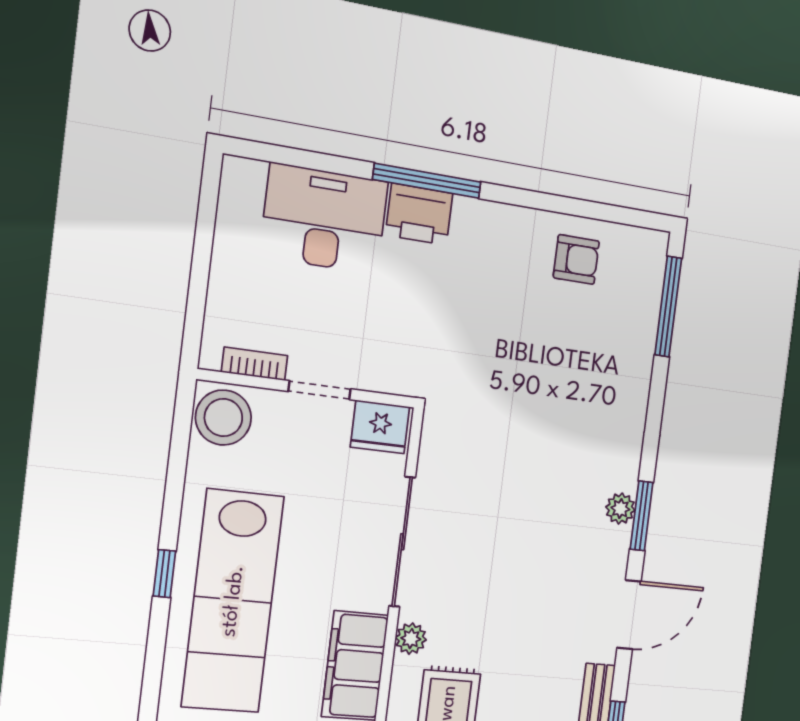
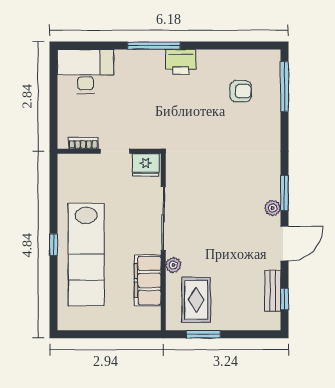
printer: (419, 214) -> (181, 62), moved
desk: (324, 219) -> (86, 71), moved
armchair: (576, 259) -> (241, 91), moved
stool: (223, 418) -> (72, 170), removed
plant: (620, 509) -> (273, 208), moved

